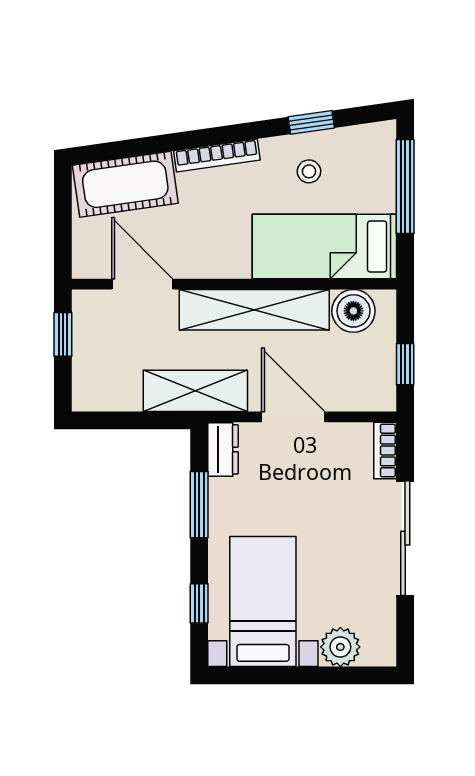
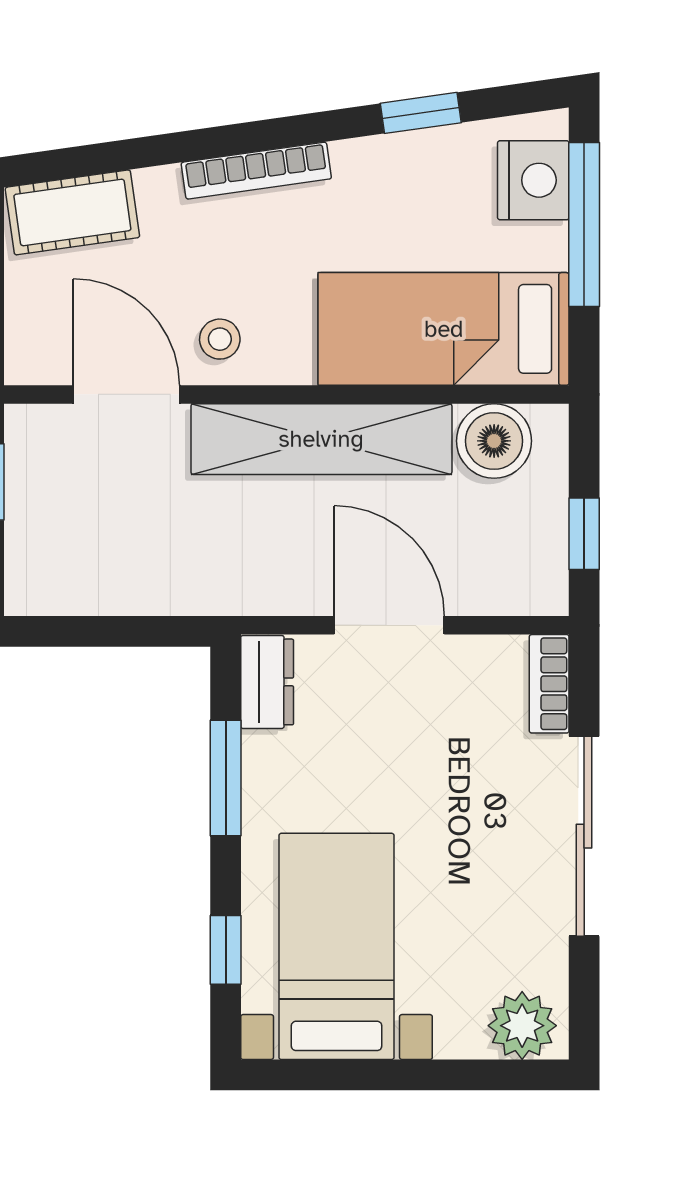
nightstand: (376, 161) -> (533, 180), added
stool: (309, 171) -> (220, 339), moved
cot: (125, 184) -> (72, 212), width x0.73, depth x0.75
shelving: (195, 391) -> (219, 580), removed
plant: (340, 647) -> (522, 1026), moved

